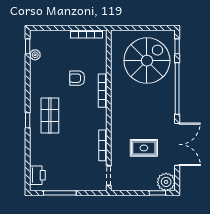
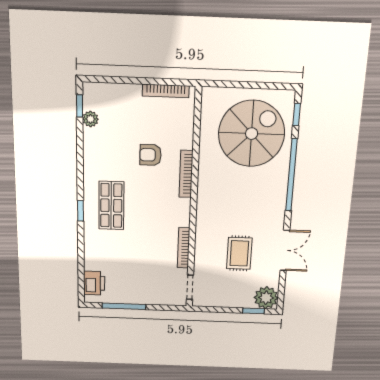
double door: (177, 144) -> (285, 250), width x0.73
rug: (144, 148) -> (239, 253), turned 90

